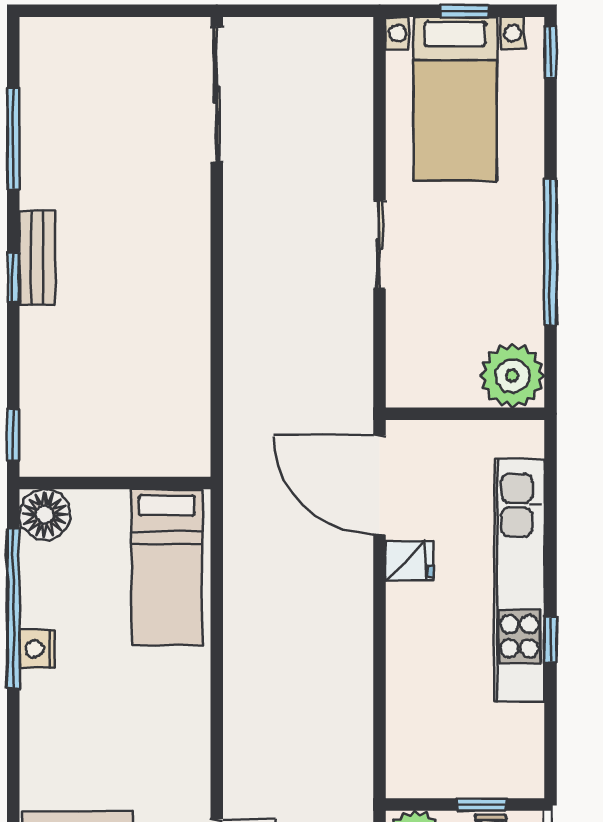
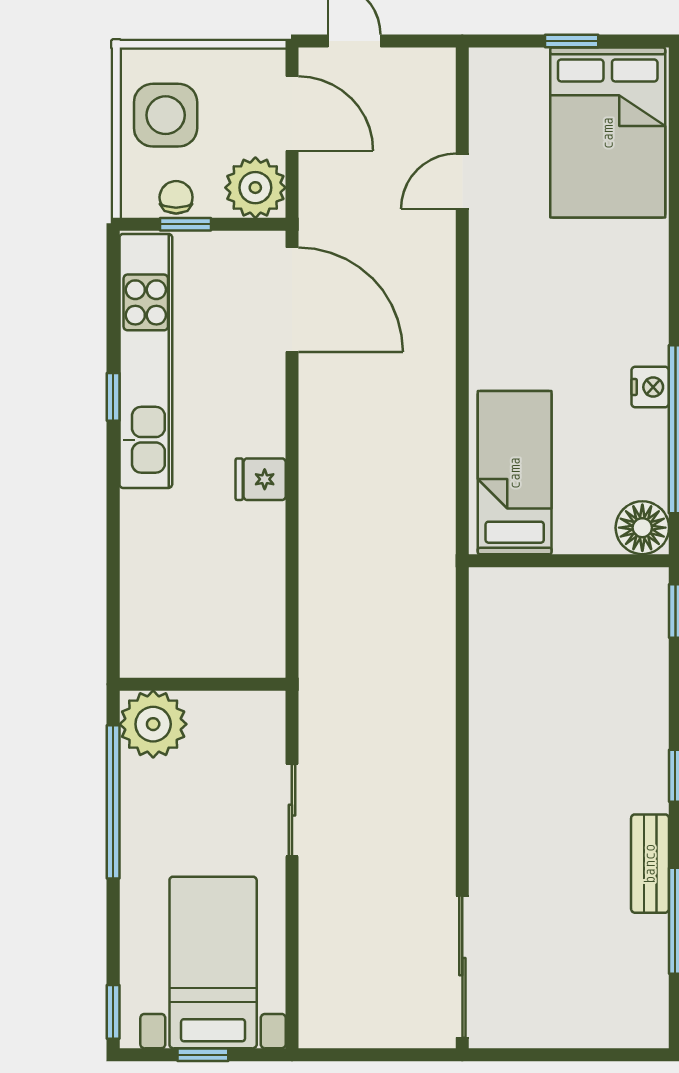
bench: (37, 258) -> (650, 864), moved
plant: (512, 376) -> (153, 724), moved
wall: (465, 414) -> (203, 684), moved
door: (380, 485) -> (292, 300), moved
kitchen unit: (519, 580) -> (146, 361), moved

